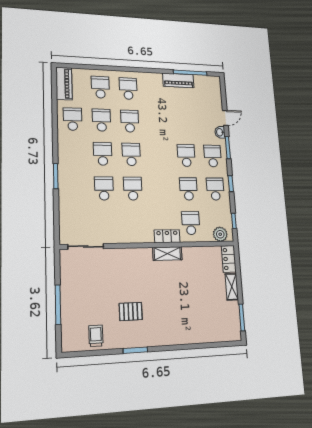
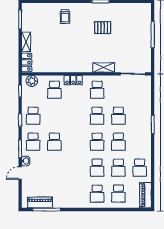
piano: (178, 80) -> (40, 202), moved
school desk: (188, 189) -> (97, 90), moved
shelving: (167, 254) -> (104, 67), moved
trolley: (96, 336) -> (65, 17), moved

